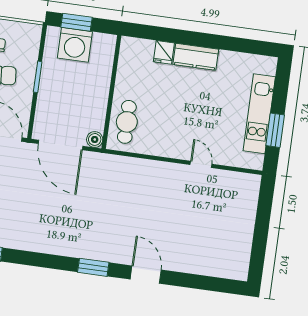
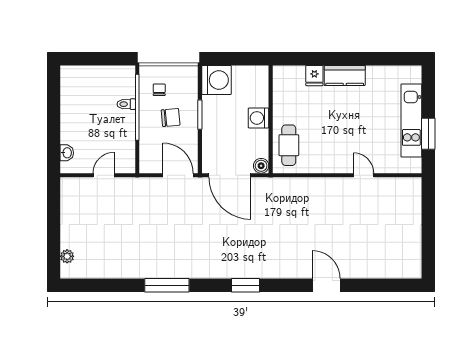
window: (76, 22) -> (229, 59), removed
washing machine: (75, 45) -> (216, 80), moved, turned -90
washing machine: (99, 89) -> (259, 118), added
window: (93, 267) -> (246, 285), moved

